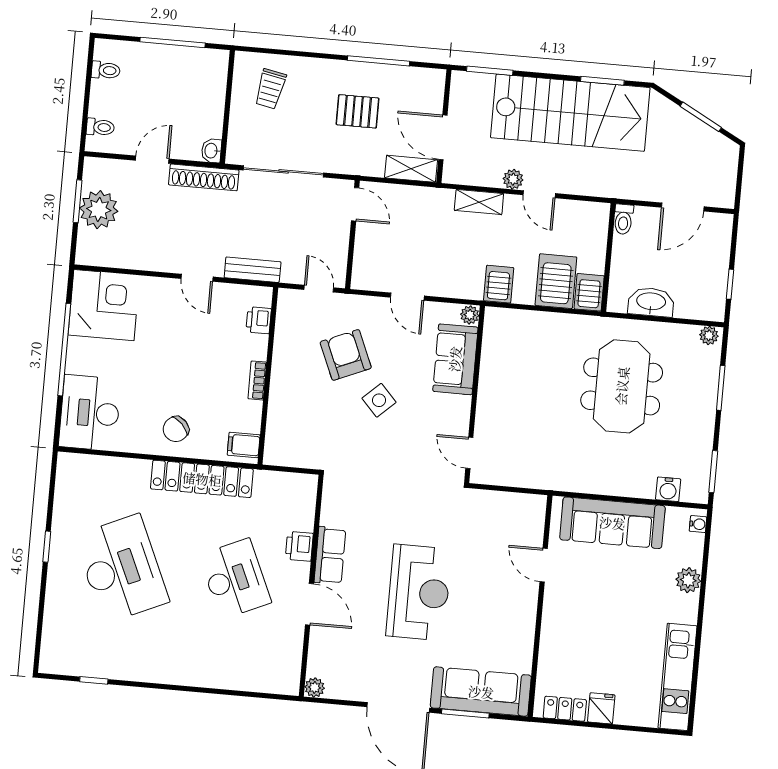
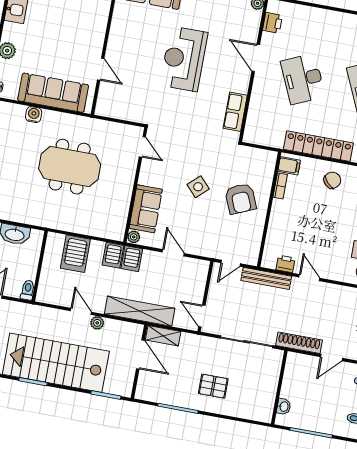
trolley: (270, 89) -> (250, 397), removed
pallet: (358, 111) -> (213, 386), moved
washbasin: (211, 151) -> (284, 407), moved
shelving: (479, 202) -> (140, 311), width x2.20, depth x1.33
bench: (253, 270) -> (266, 278), width x1.36
door: (319, 289) -> (231, 263), hinge flipped
server rack: (589, 292) -> (132, 259), moved
printer: (259, 320) -> (286, 264), moved, turned -90
armchair: (346, 355) -> (241, 199), moved
bookcase: (257, 380) -> (280, 186), moved
meeting table: (622, 386) -> (70, 167), moved, turned 90
water cooler: (668, 489) -> (34, 115), moved
printer: (299, 546) -> (272, 23), moved
row of seats: (330, 555) -> (235, 112), moved

